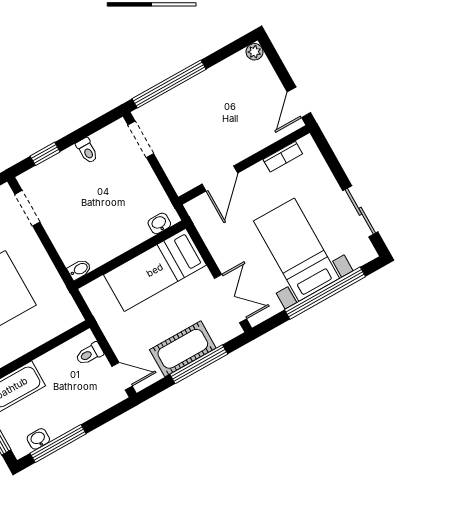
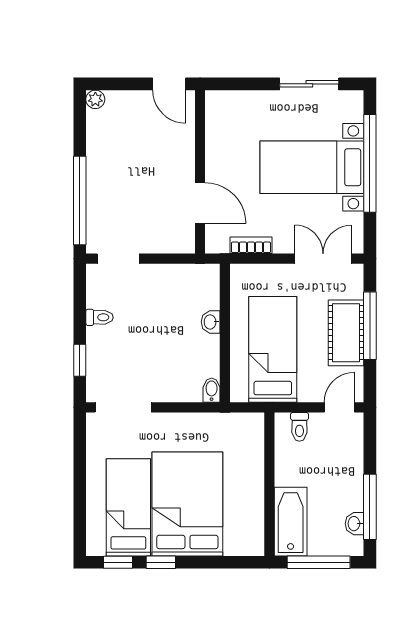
bookcase: (283, 157) -> (251, 245), moved, turned -90
doorway: (27, 208) -> (123, 407), width x1.38
washbasin: (159, 223) -> (211, 322), moved
bed: (155, 270) -> (273, 349), moved, turned 180

